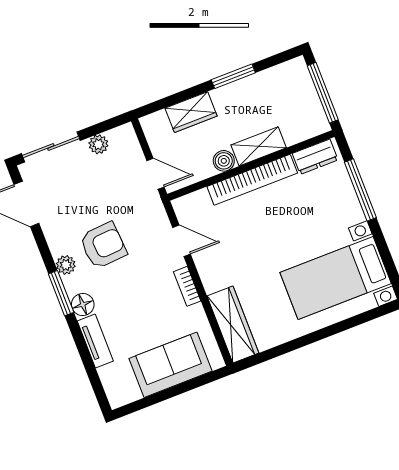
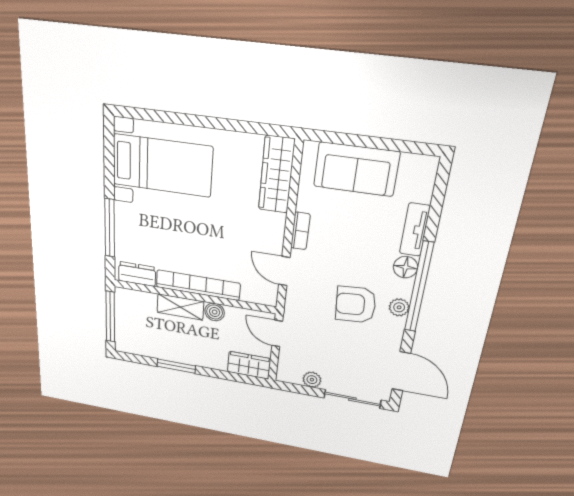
wardrobe: (191, 112) -> (249, 365), moved
window: (61, 293) -> (419, 287), width x2.11

